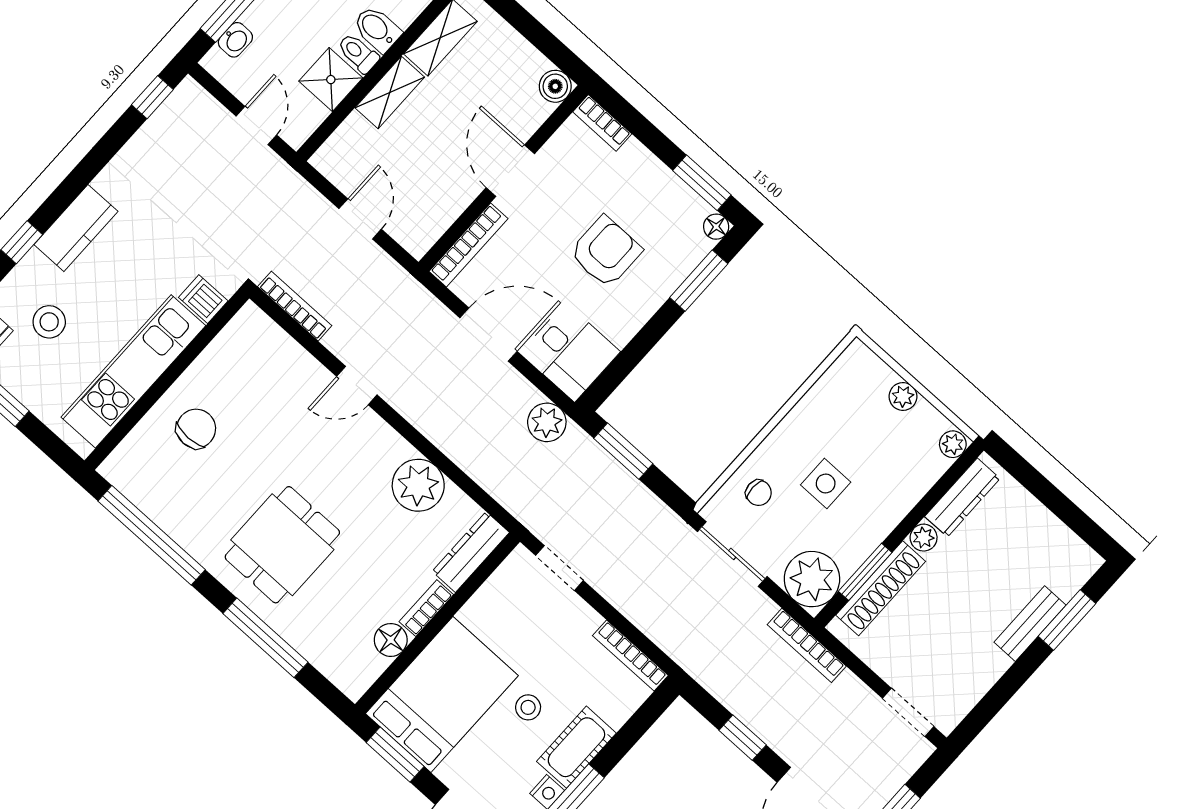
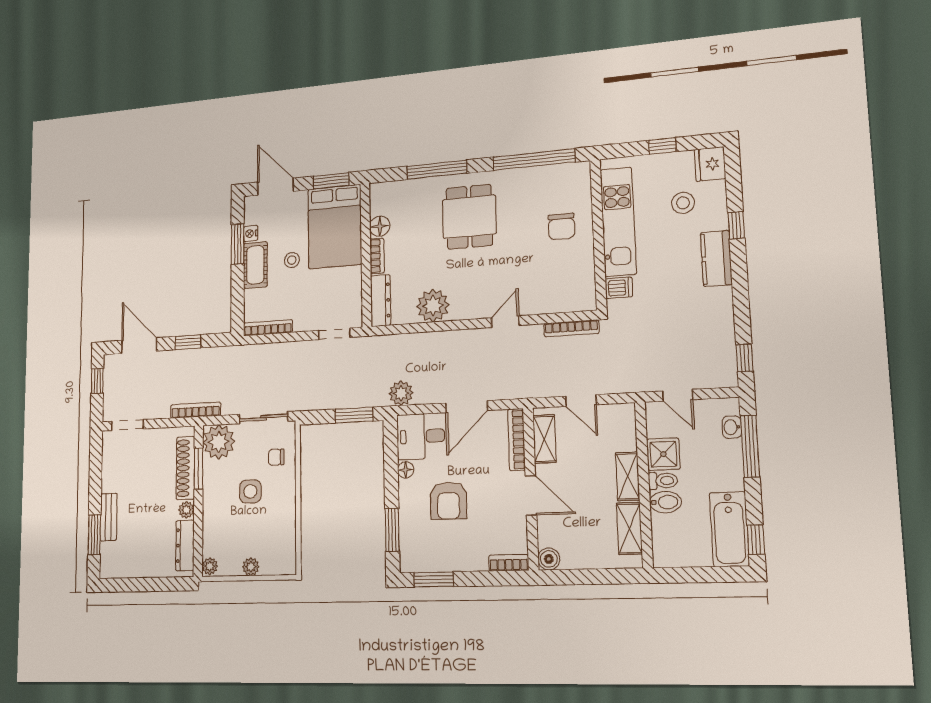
shelving: (438, 216) -> (544, 439), added
floor lamp: (716, 227) -> (406, 470), moved

